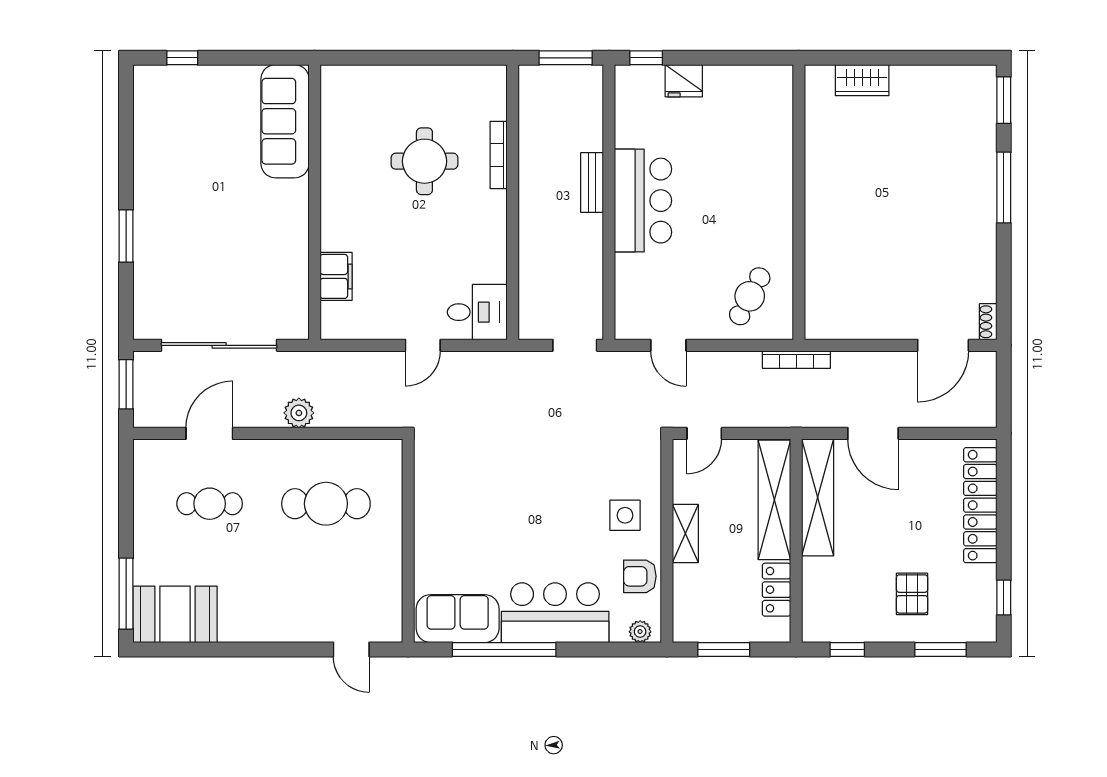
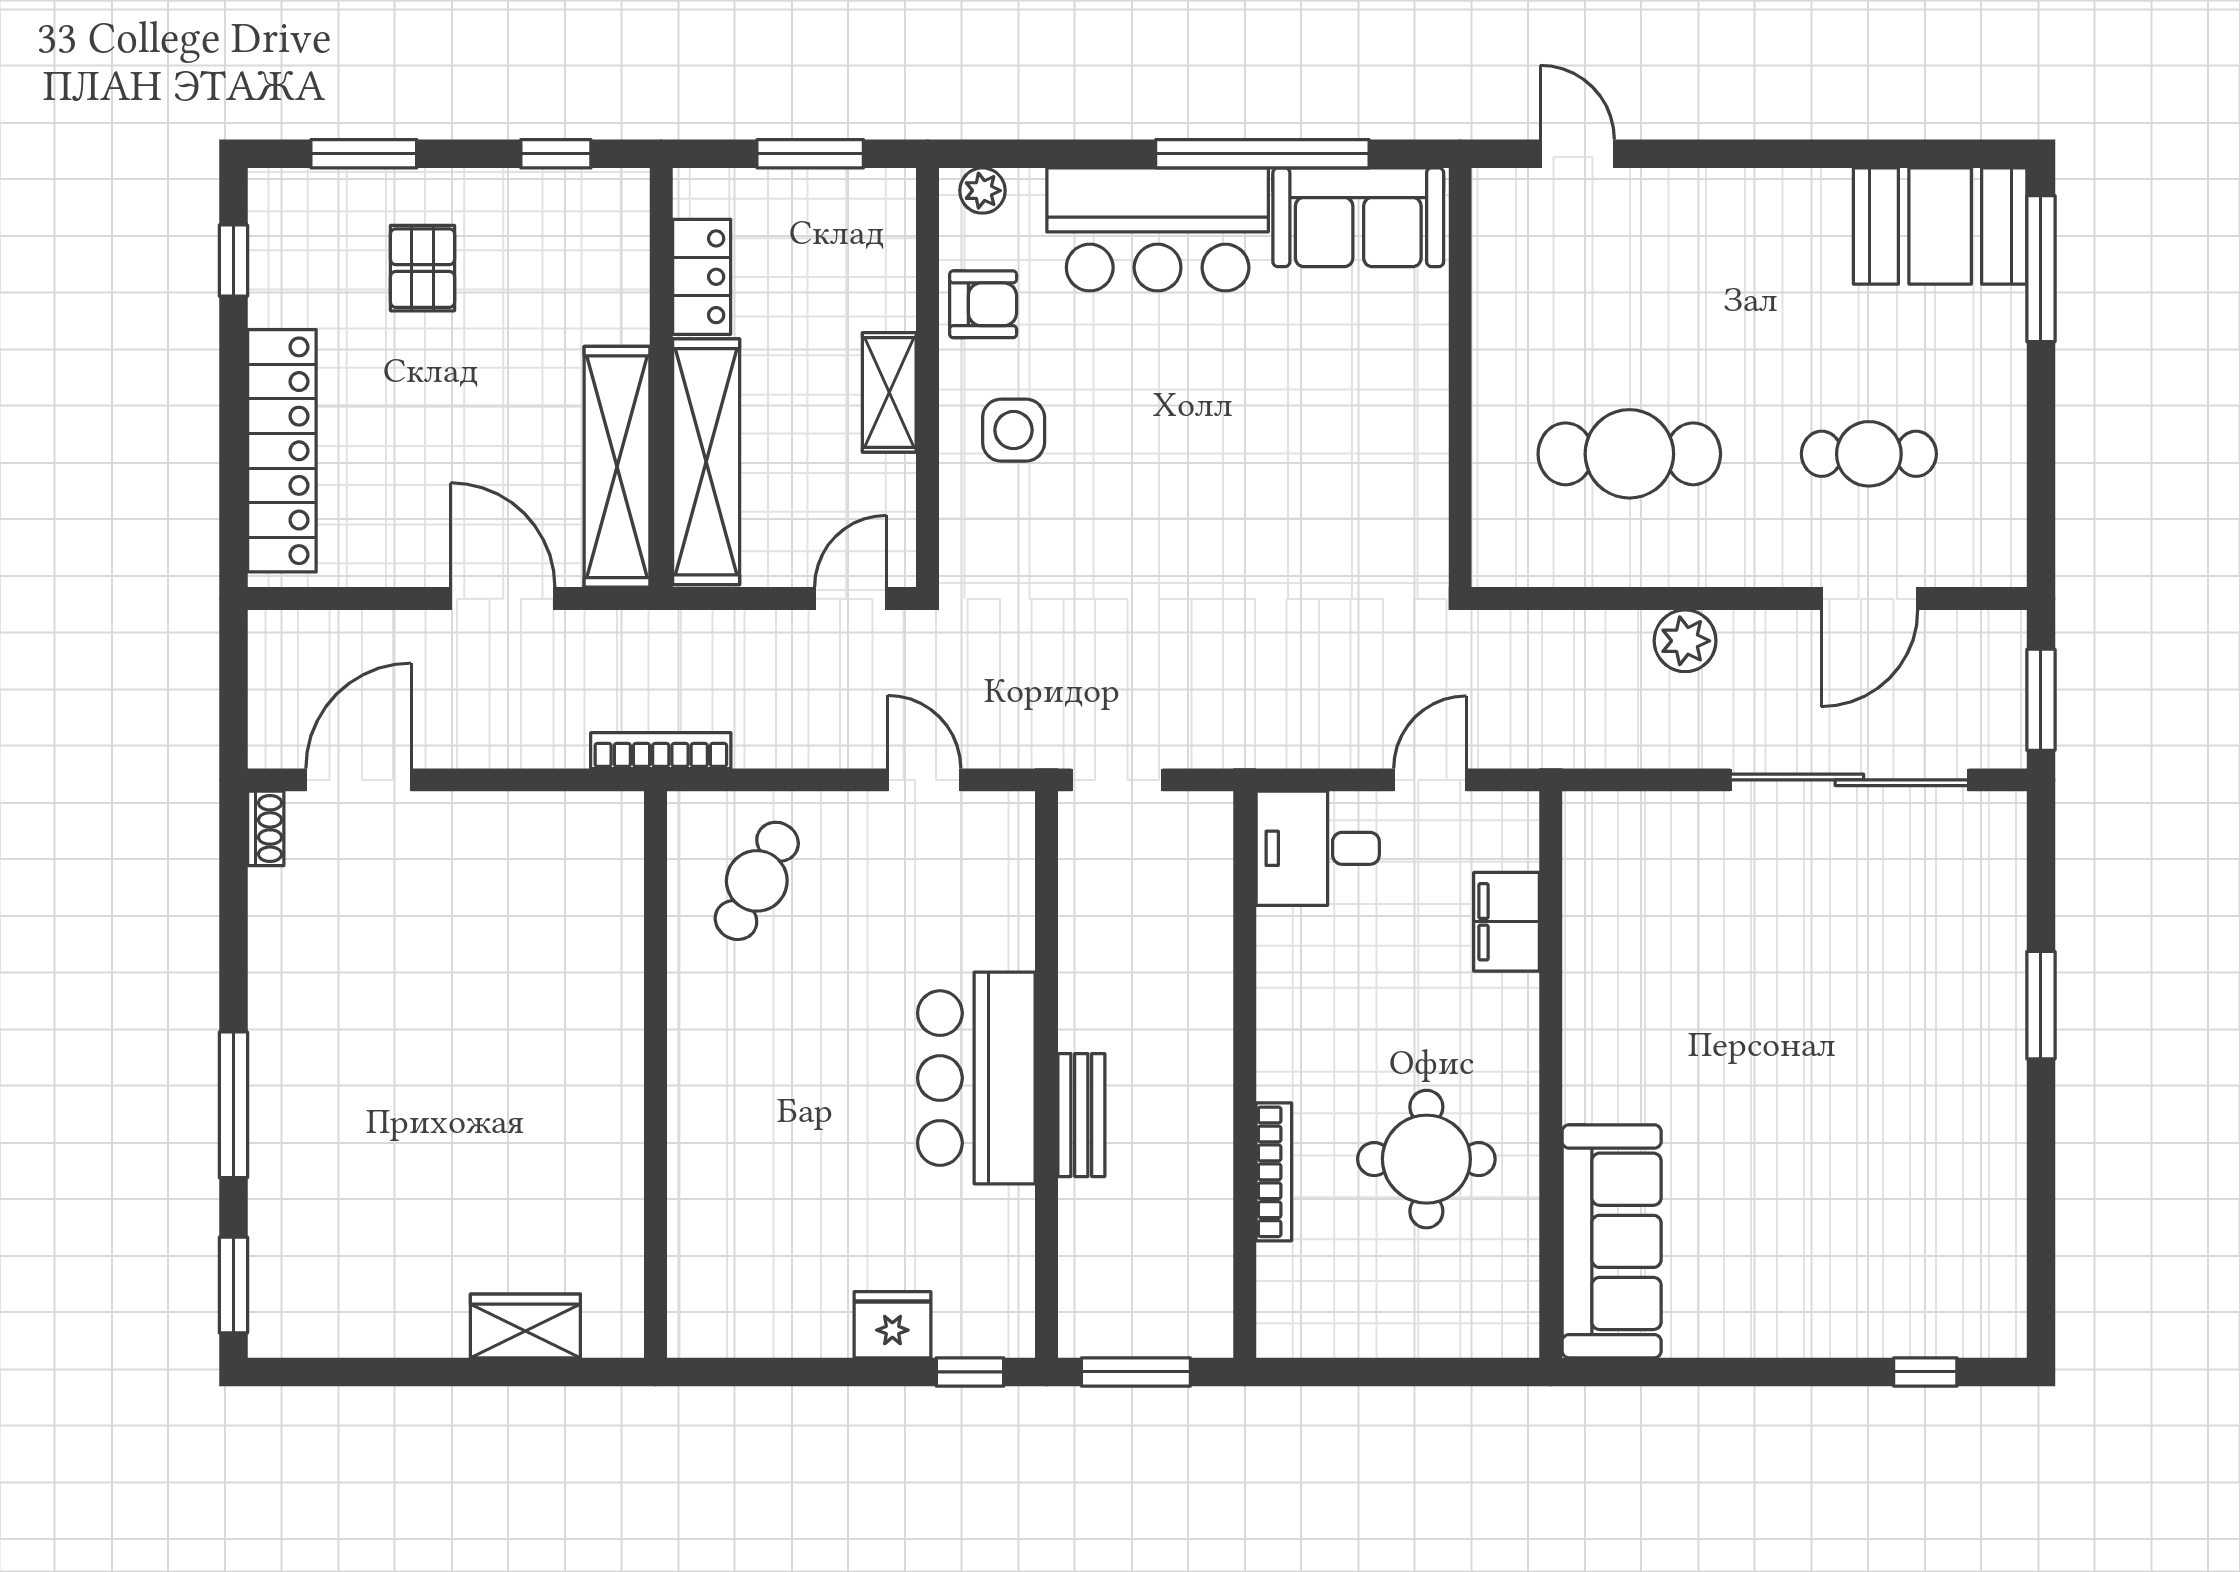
sofa: (285, 121) -> (1612, 1241), moved
wall: (315, 202) -> (1551, 1075), moved
filing cabinet: (336, 276) -> (1507, 922), moved

